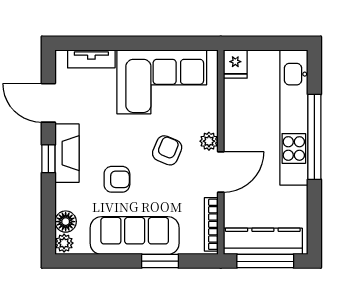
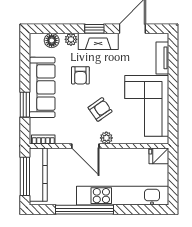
window: (314, 137) -> (85, 210), moved
armchair: (167, 150) -> (100, 109), turned -58
bookcase: (211, 224) -> (43, 140), width x0.64
plant: (64, 243) -> (71, 39), moved

